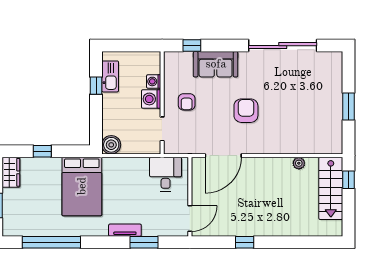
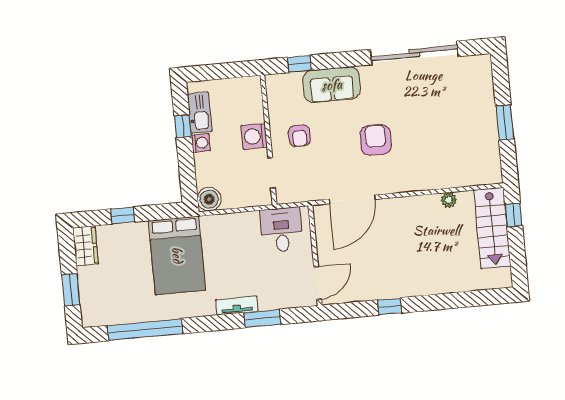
washing machine: (154, 81) -> (201, 143), moved, turned 180

